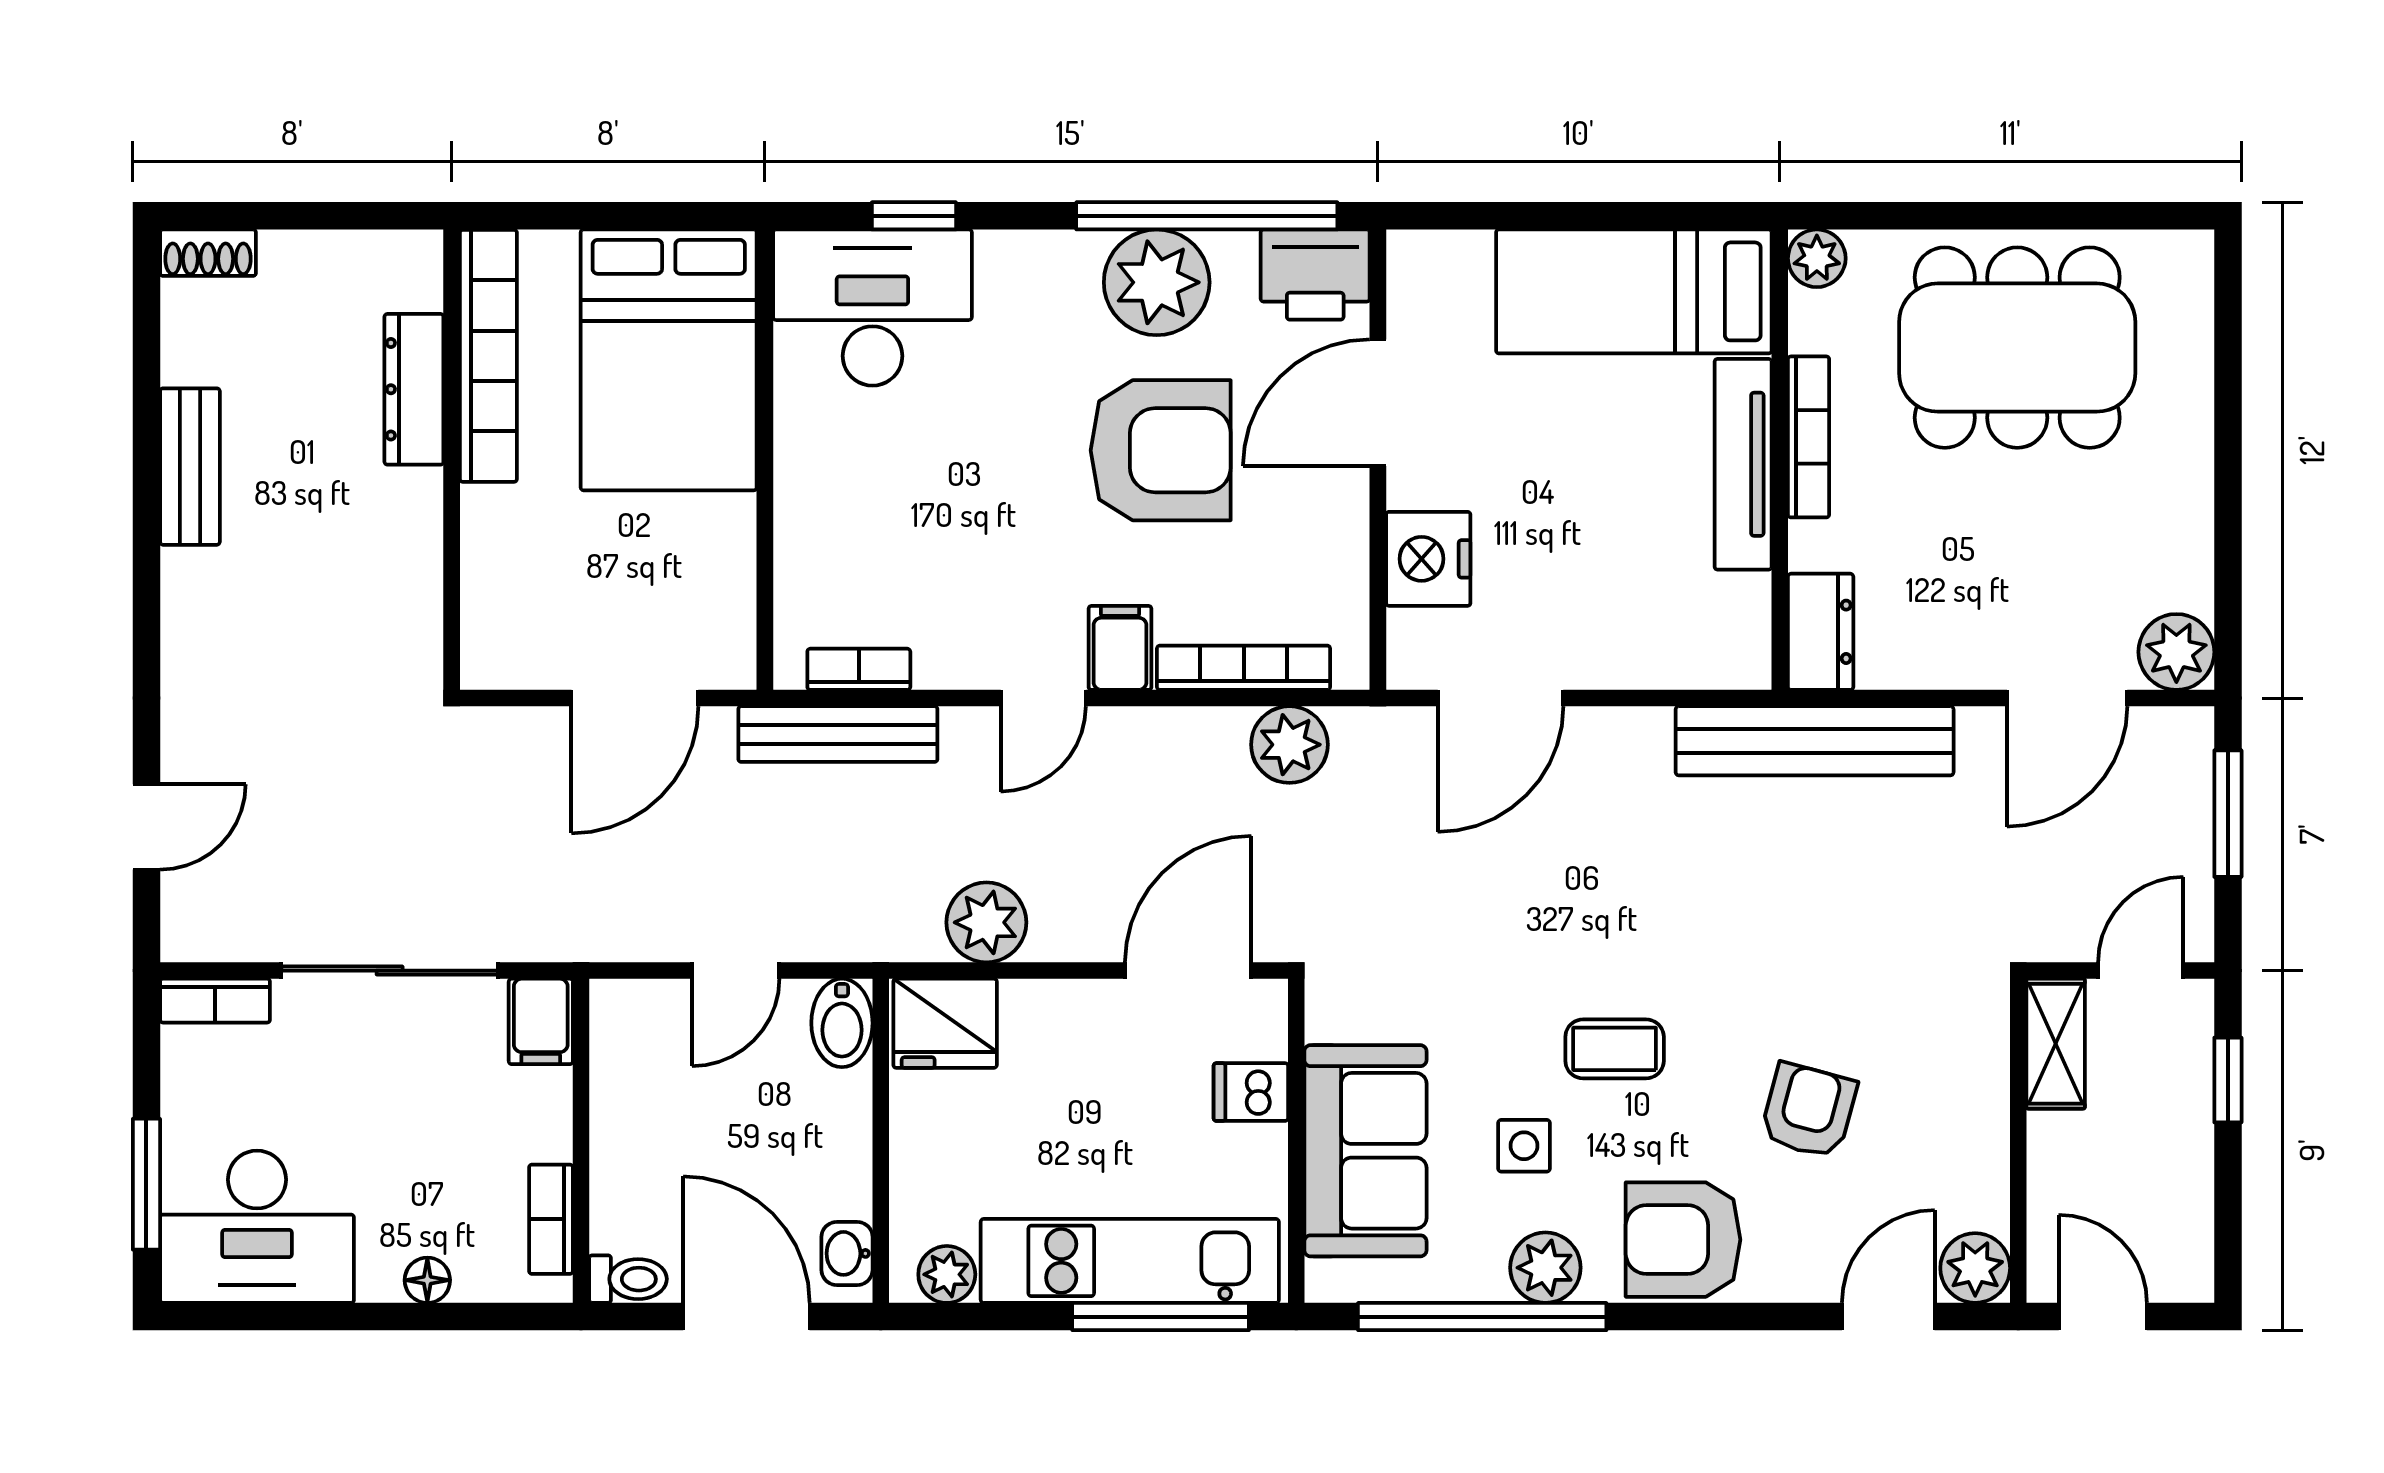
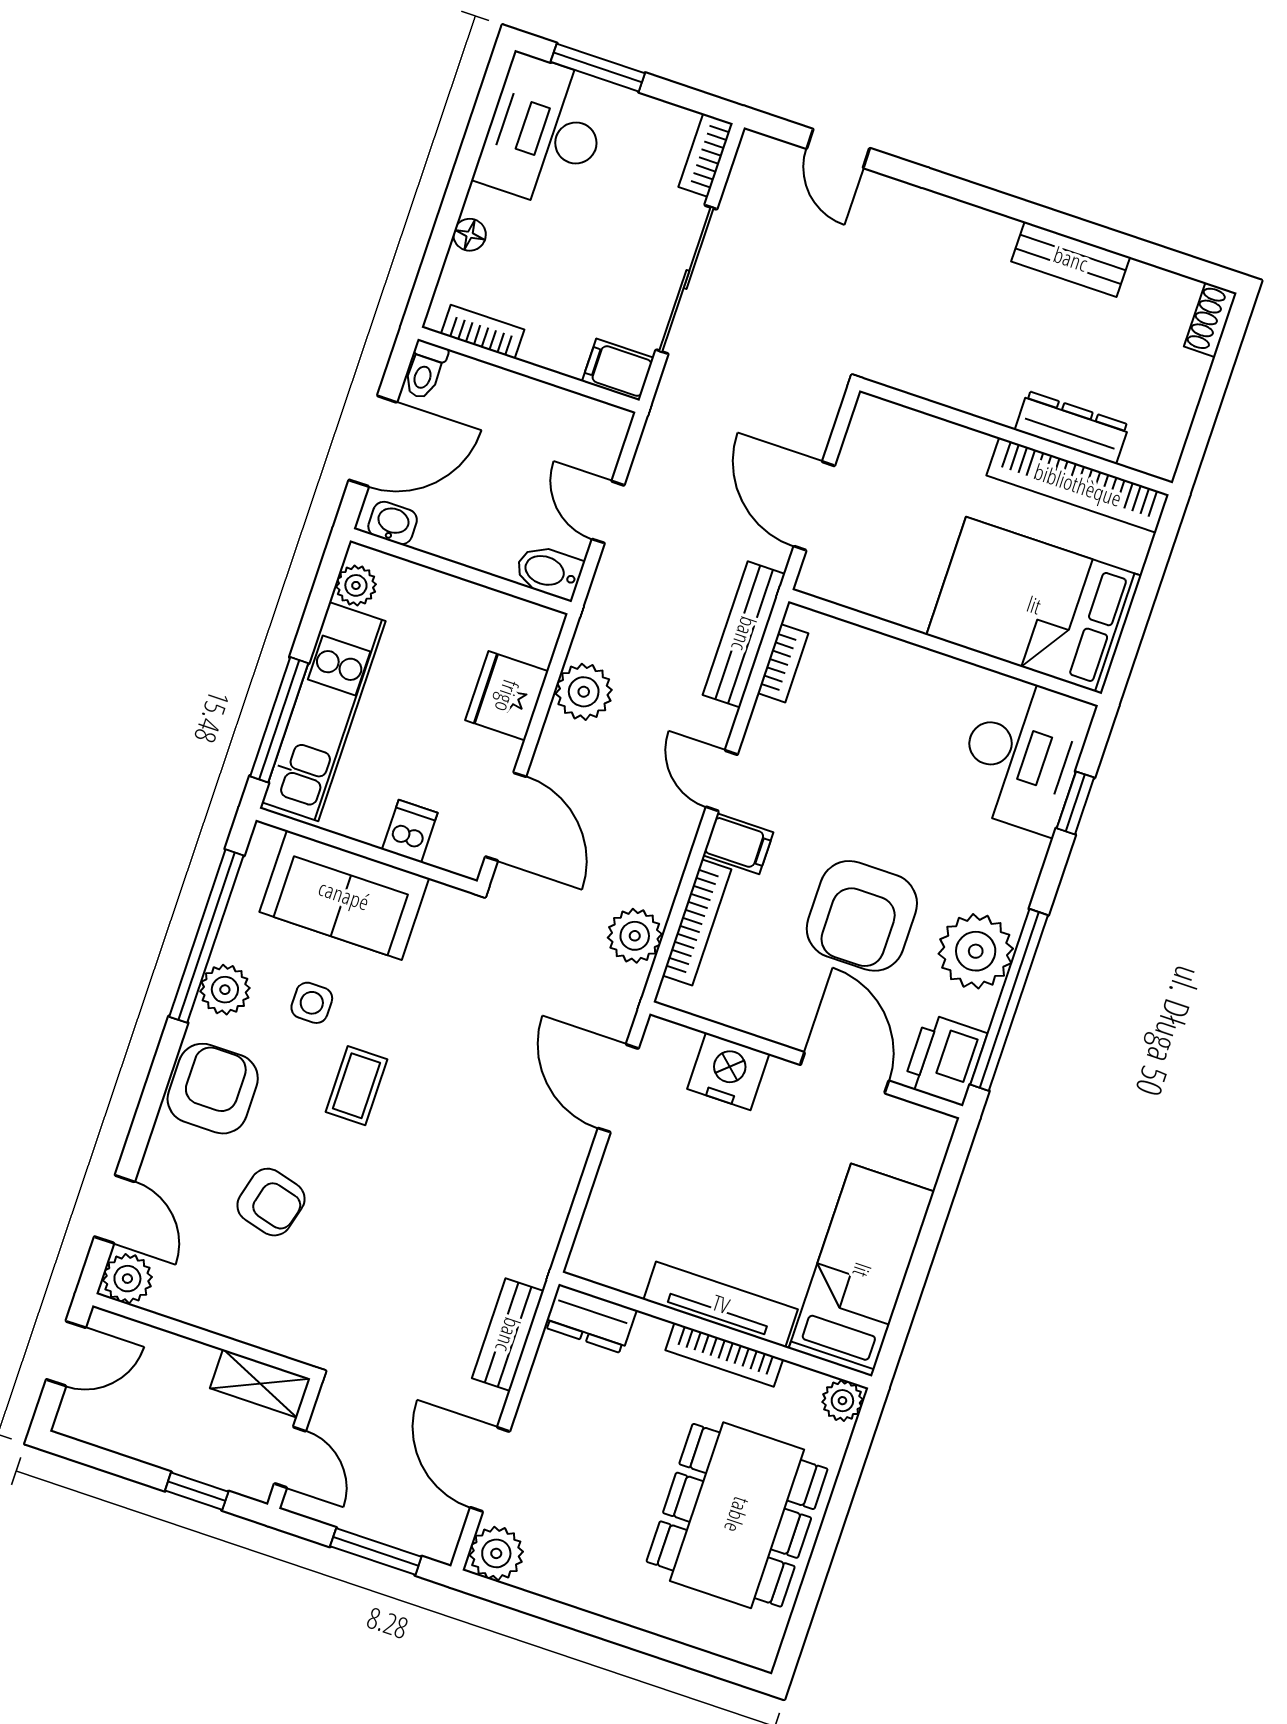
bench: (1815, 741) -> (508, 1335), width x0.54, depth x0.82
fridge: (945, 1023) -> (507, 696), moved

